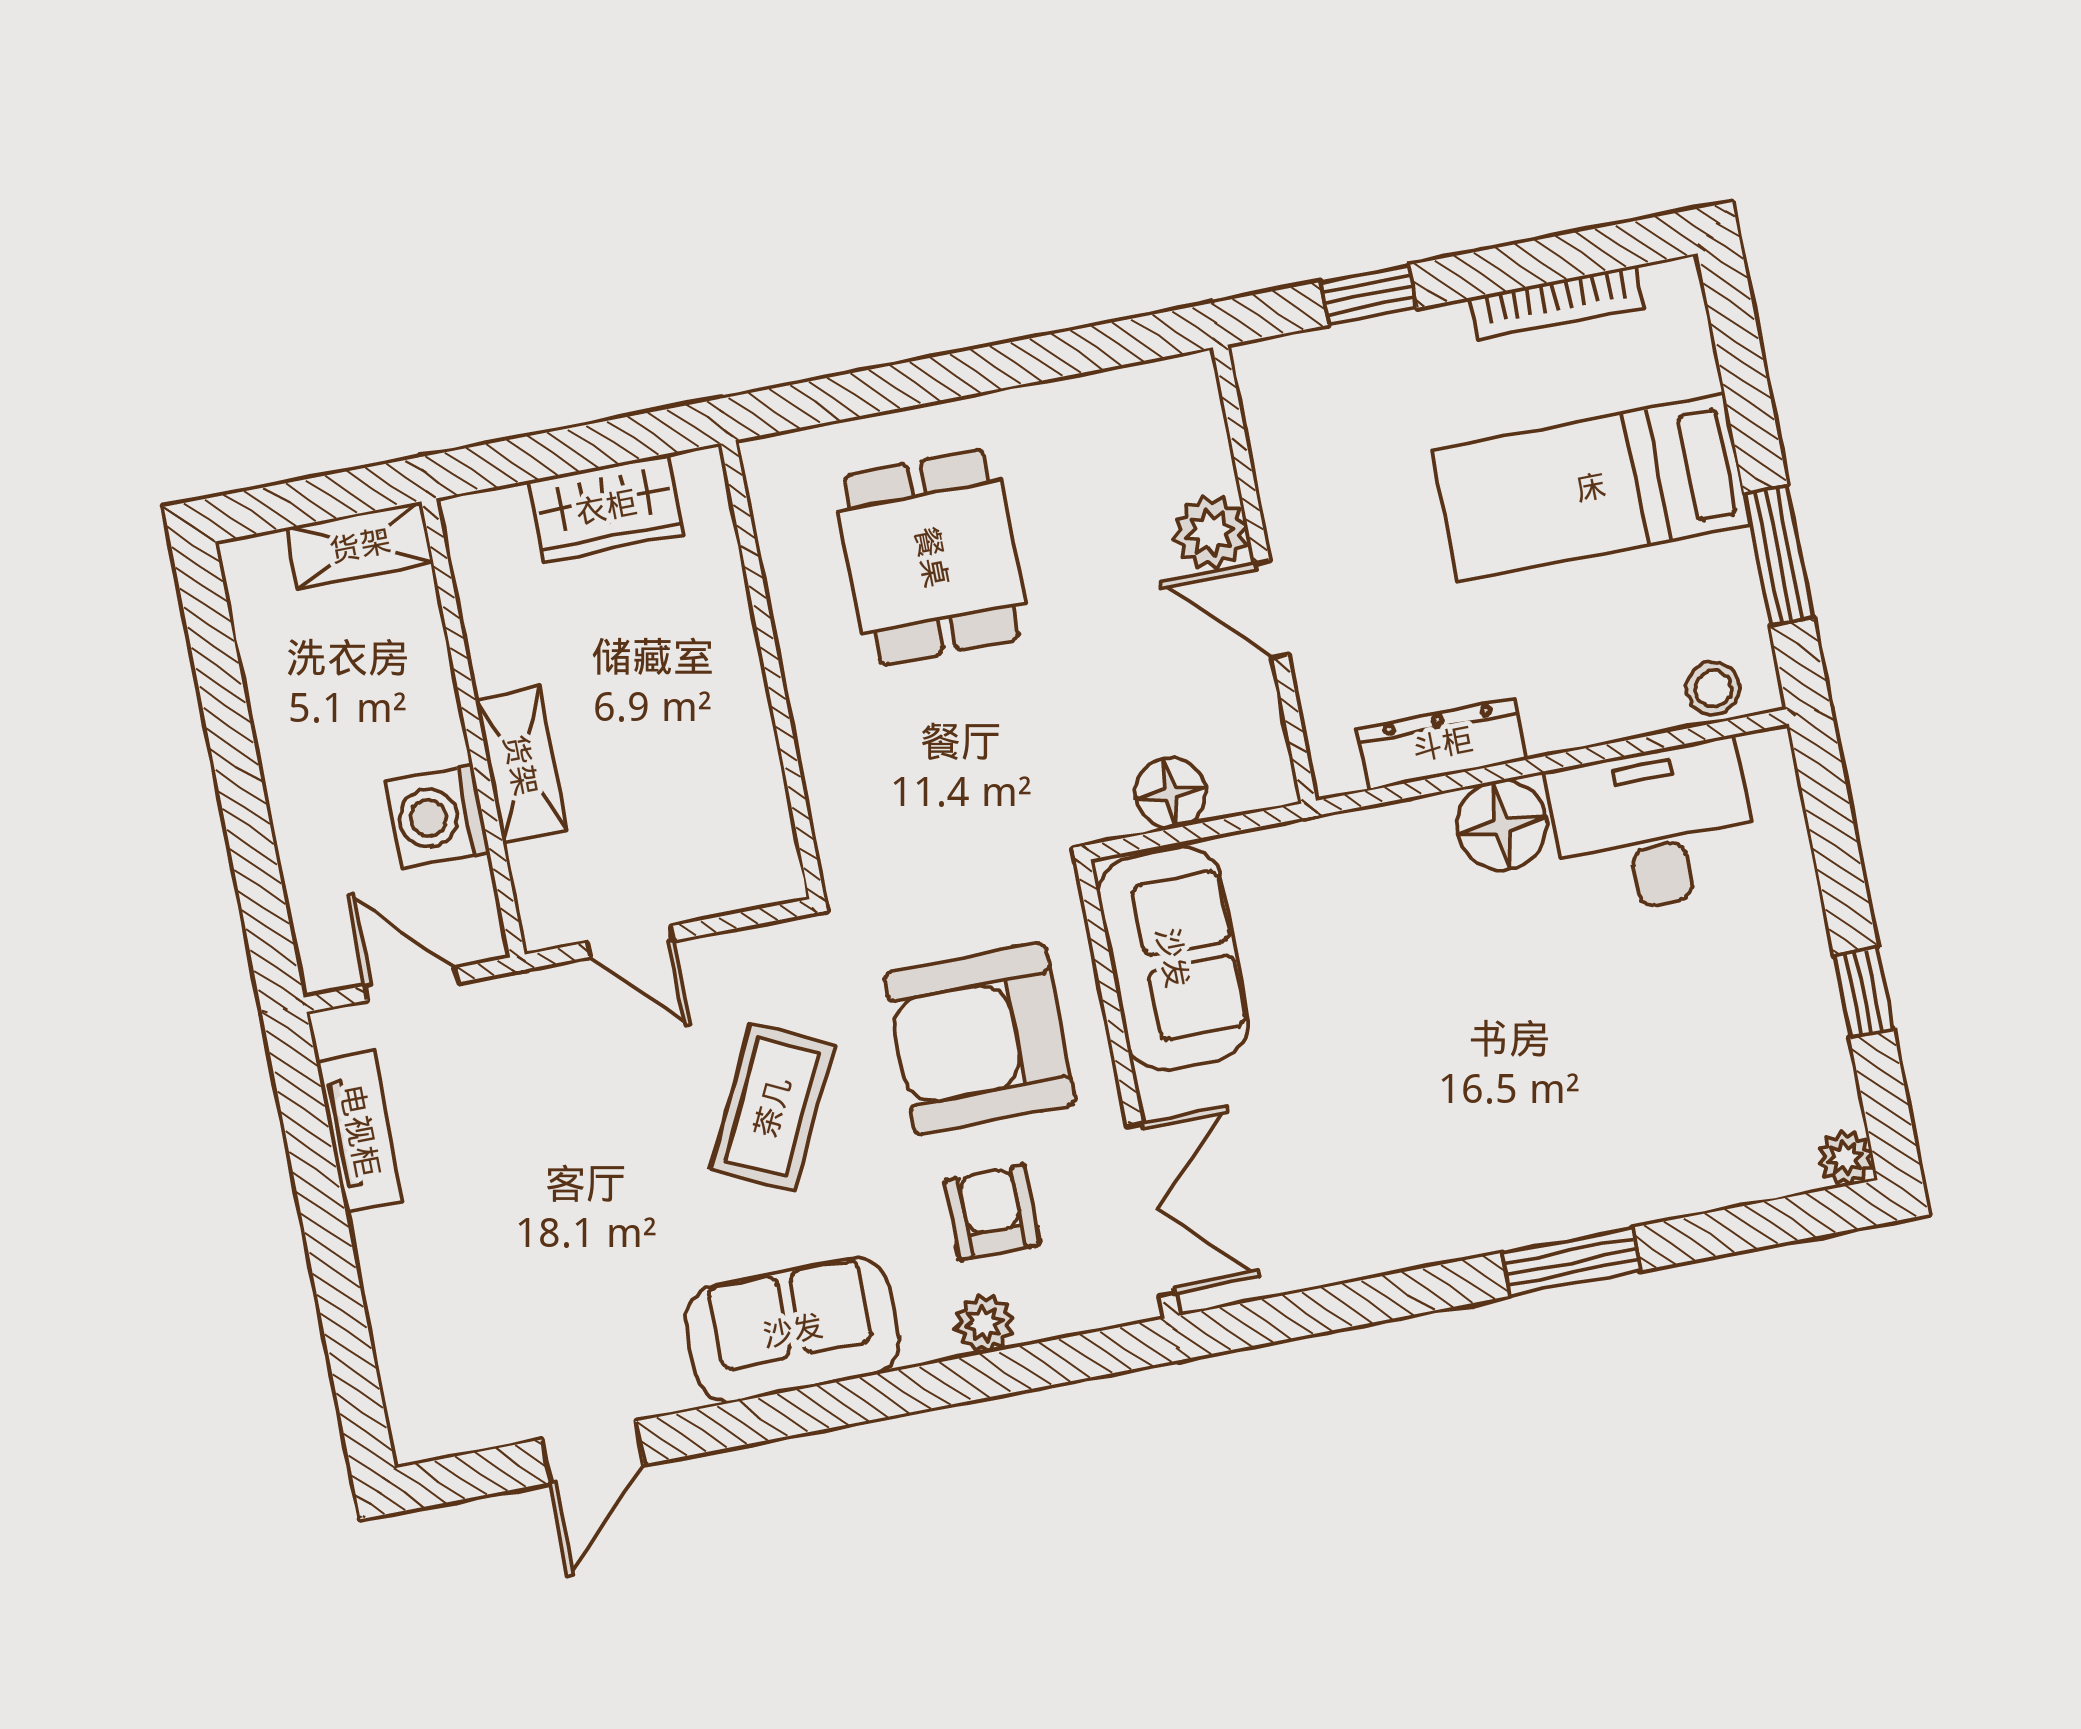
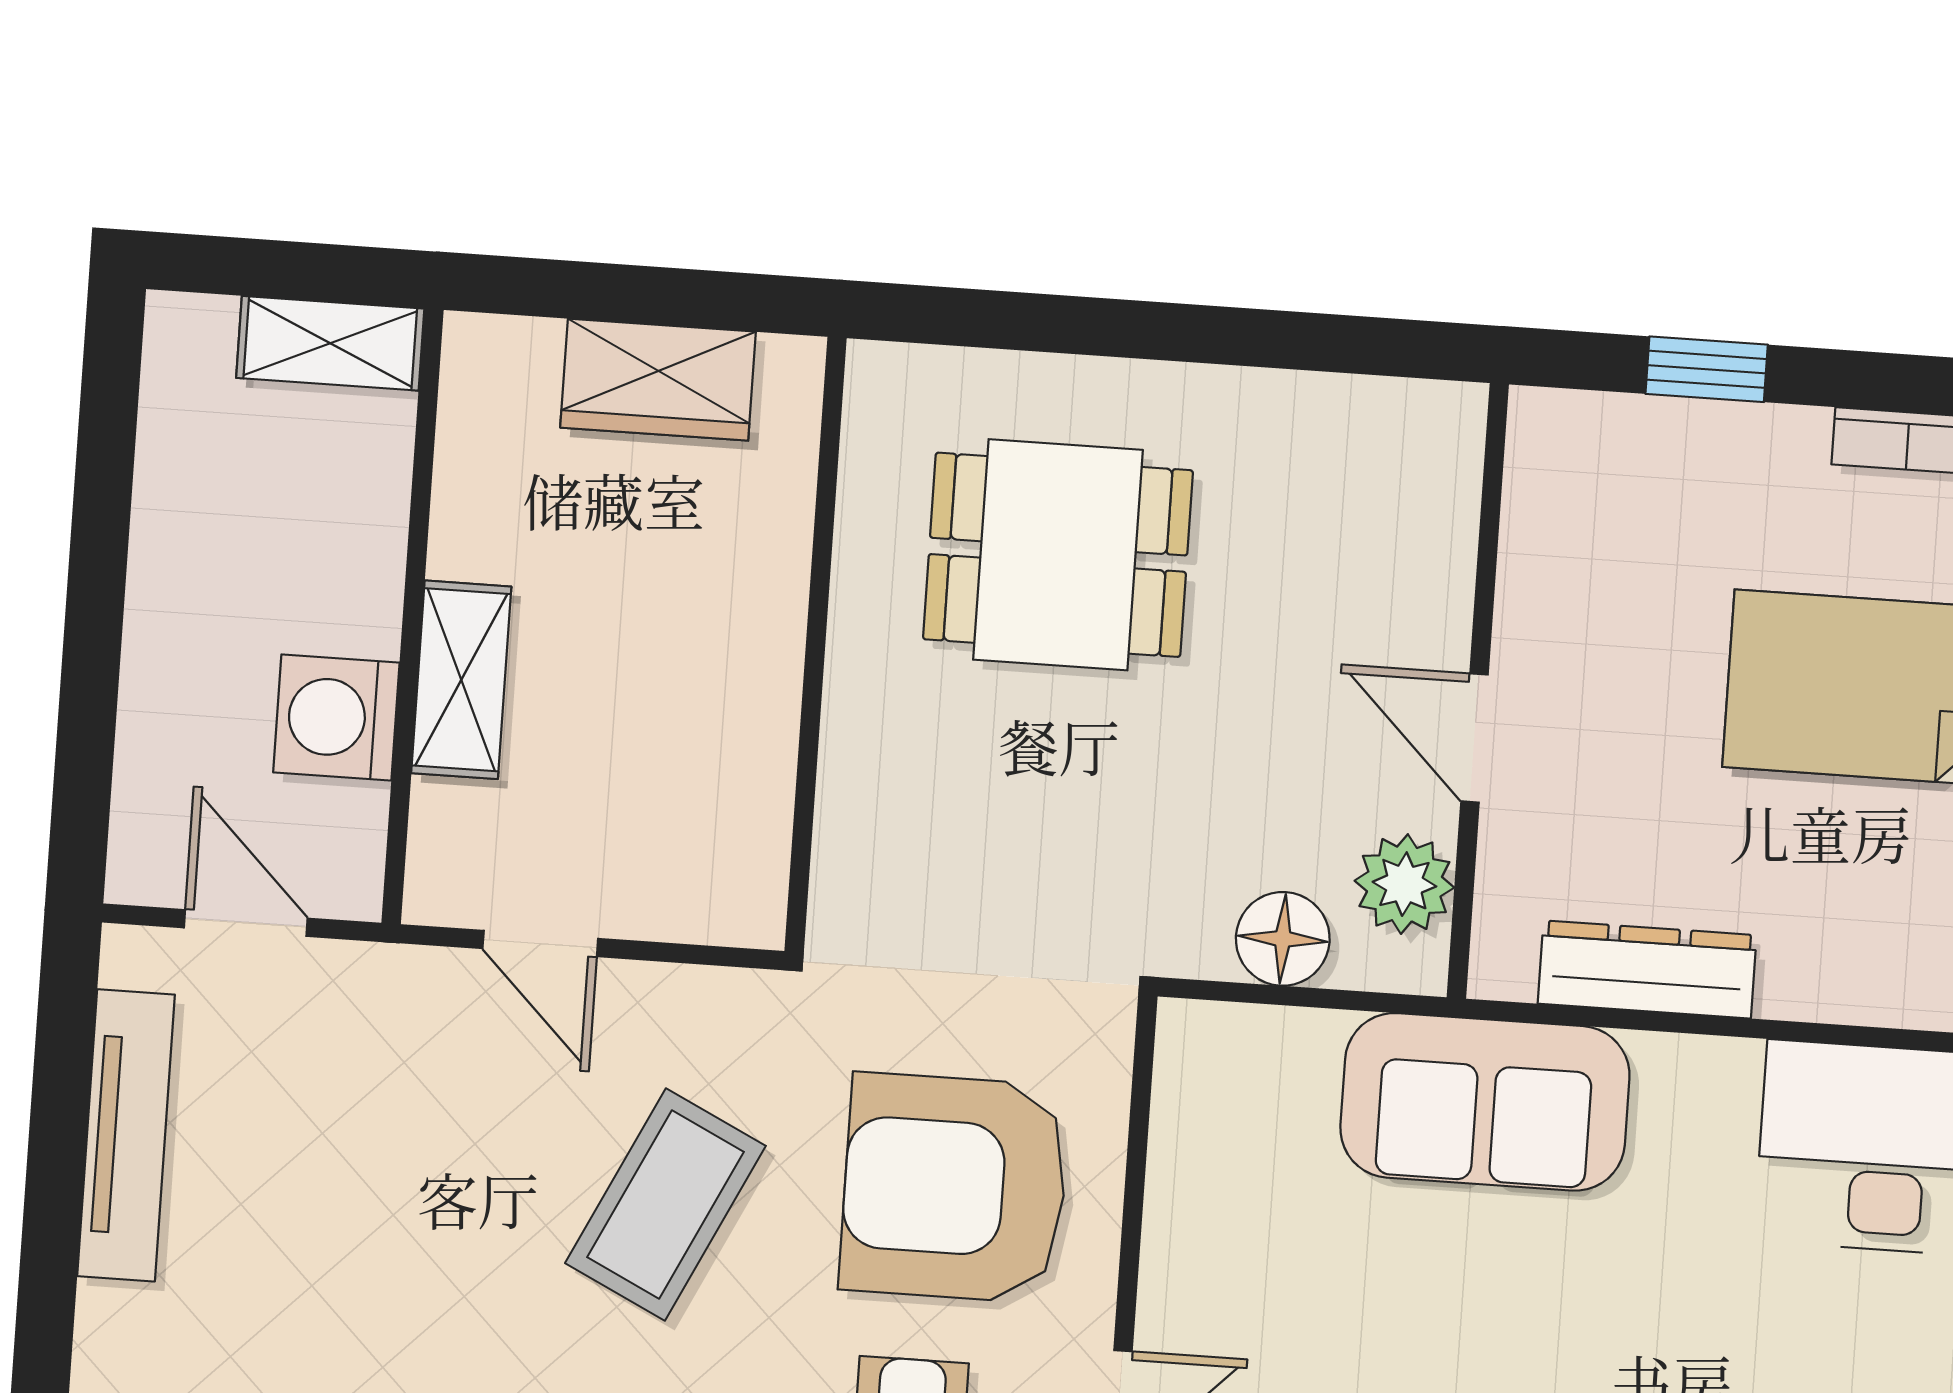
plant: (1210, 533) -> (1404, 884), moved
dining table: (932, 557) -> (1058, 555), turned 90
floor lamp: (1502, 825) -> (1696, 1094), removed
sofa: (1173, 958) -> (1485, 1102), moved, turned 90
tv unit: (360, 1131) -> (126, 1135), width x1.41

